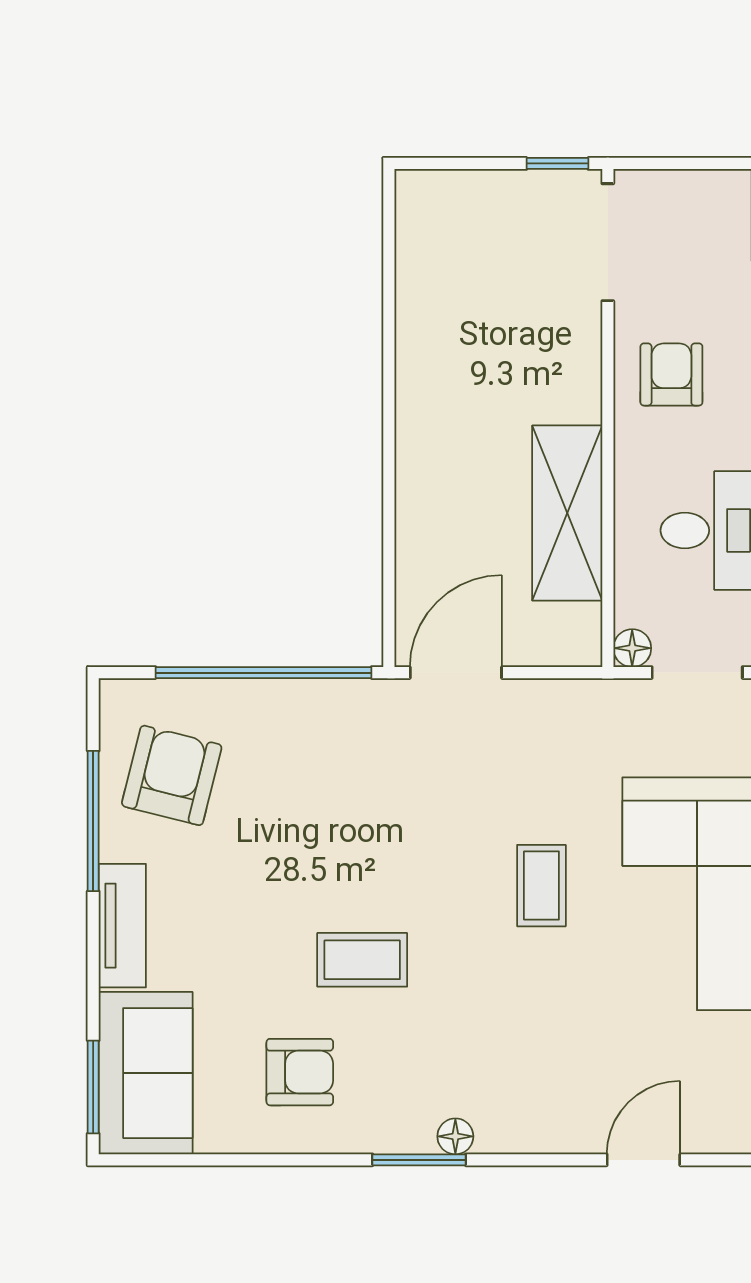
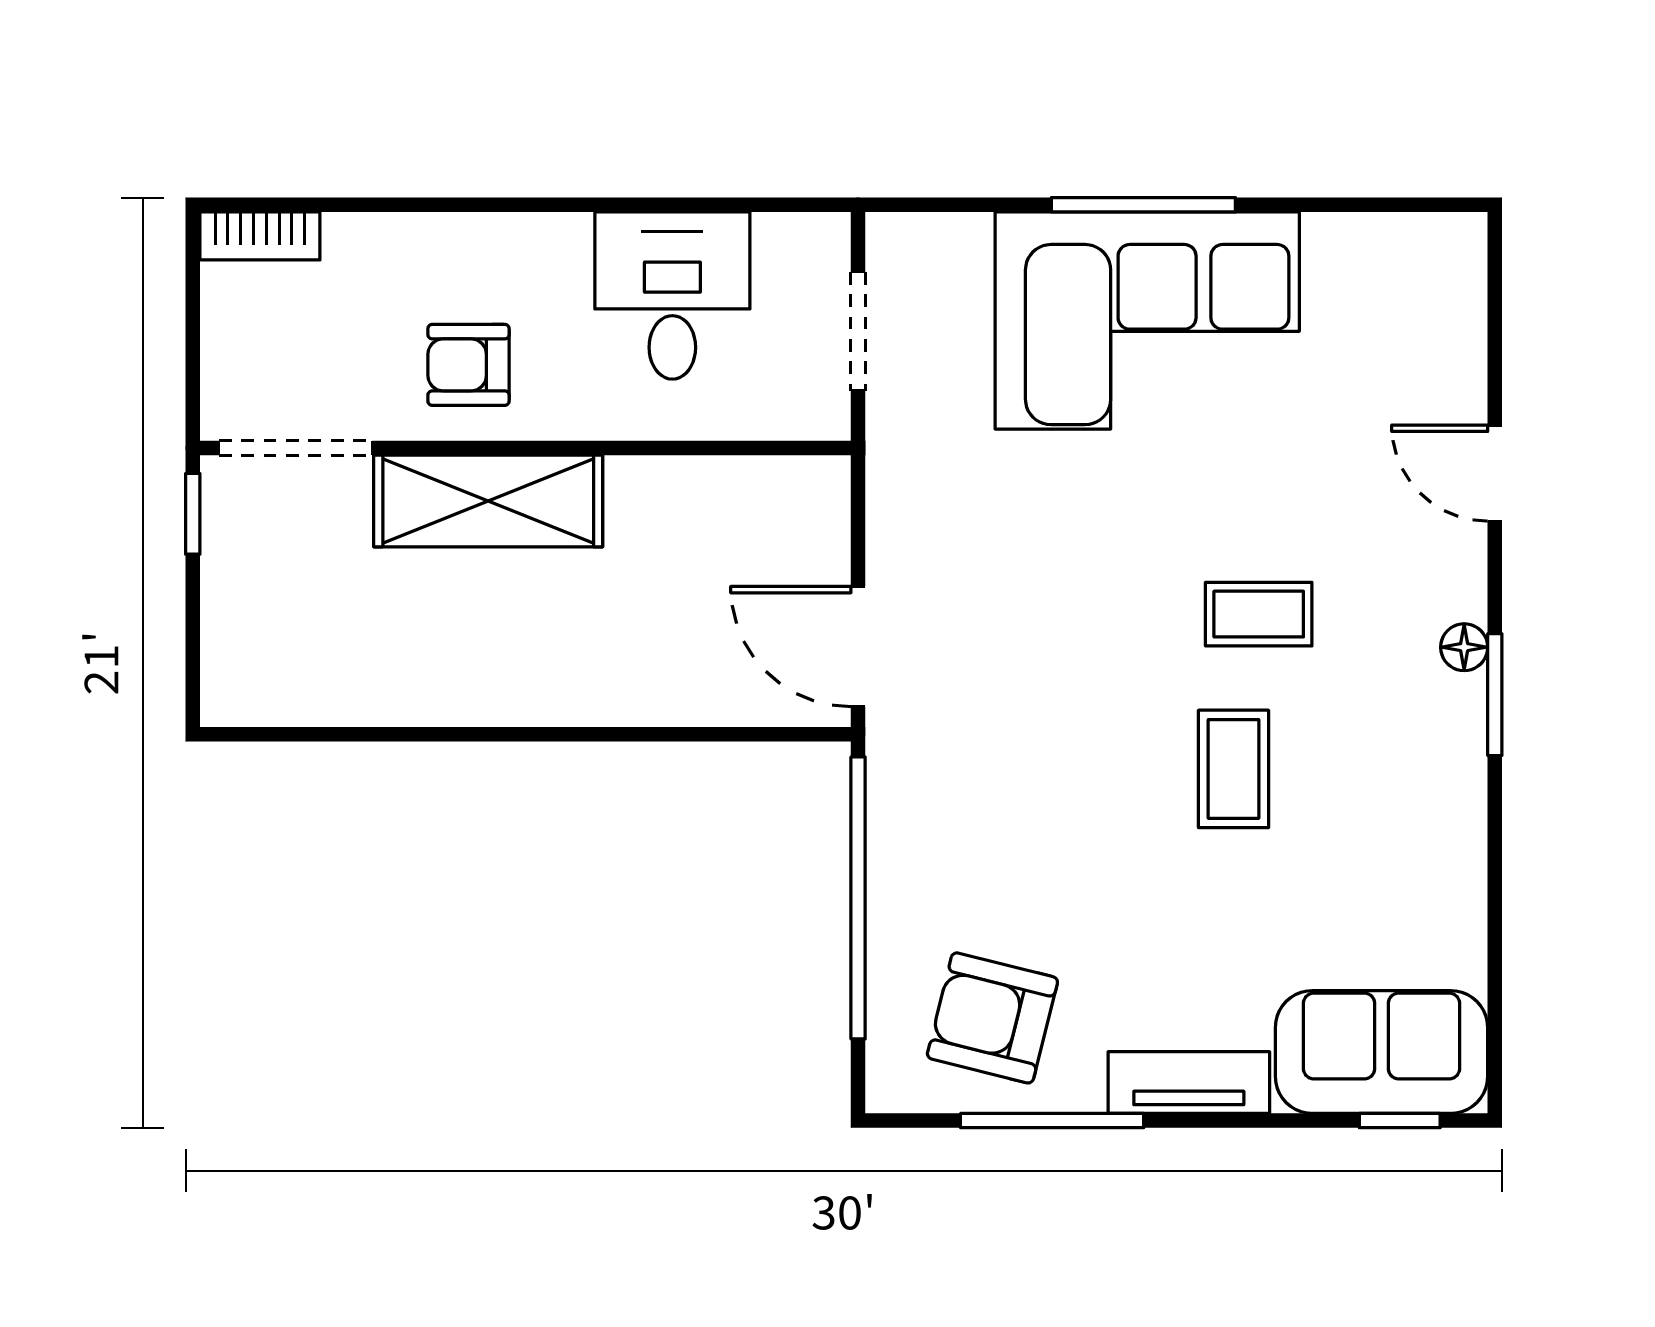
shelving: (567, 513) -> (488, 501), moved
floor lamp: (632, 648) -> (826, 416), removed
coffee table: (541, 886) -> (1259, 614), moved
armchair: (300, 1072) -> (1380, 851), removed
window: (93, 1087) -> (1400, 1121), width x0.67
door: (643, 1160) -> (1495, 473), moved

